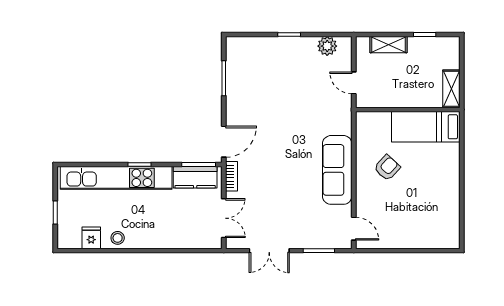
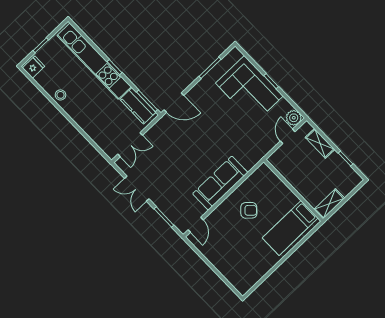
plant: (327, 46) -> (294, 118), moved
corner sofa: (278, 62) -> (249, 90), added
door: (354, 83) -> (288, 136), moved
bed: (426, 127) -> (290, 228), moved, turned -90
bookcase: (231, 176) -> (158, 126), removed
fridge: (91, 238) -> (34, 67), moved

